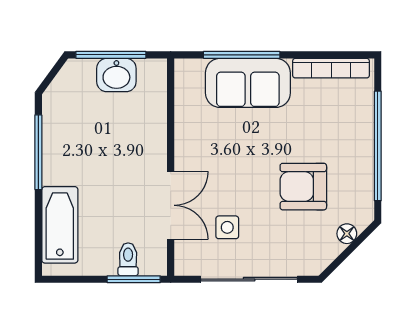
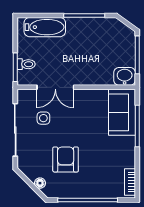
bookcase: (331, 68) -> (130, 182), width x0.64
washbasin: (116, 75) -> (125, 76), moved, turned 90
sofa: (248, 83) -> (122, 112), moved

